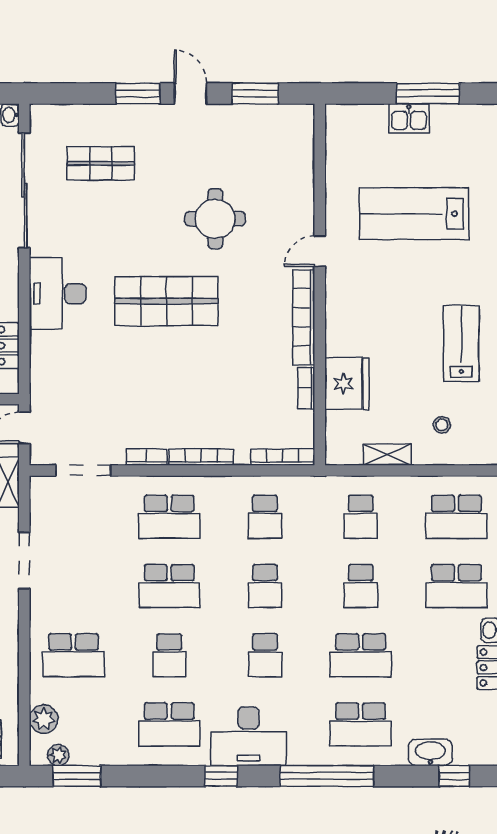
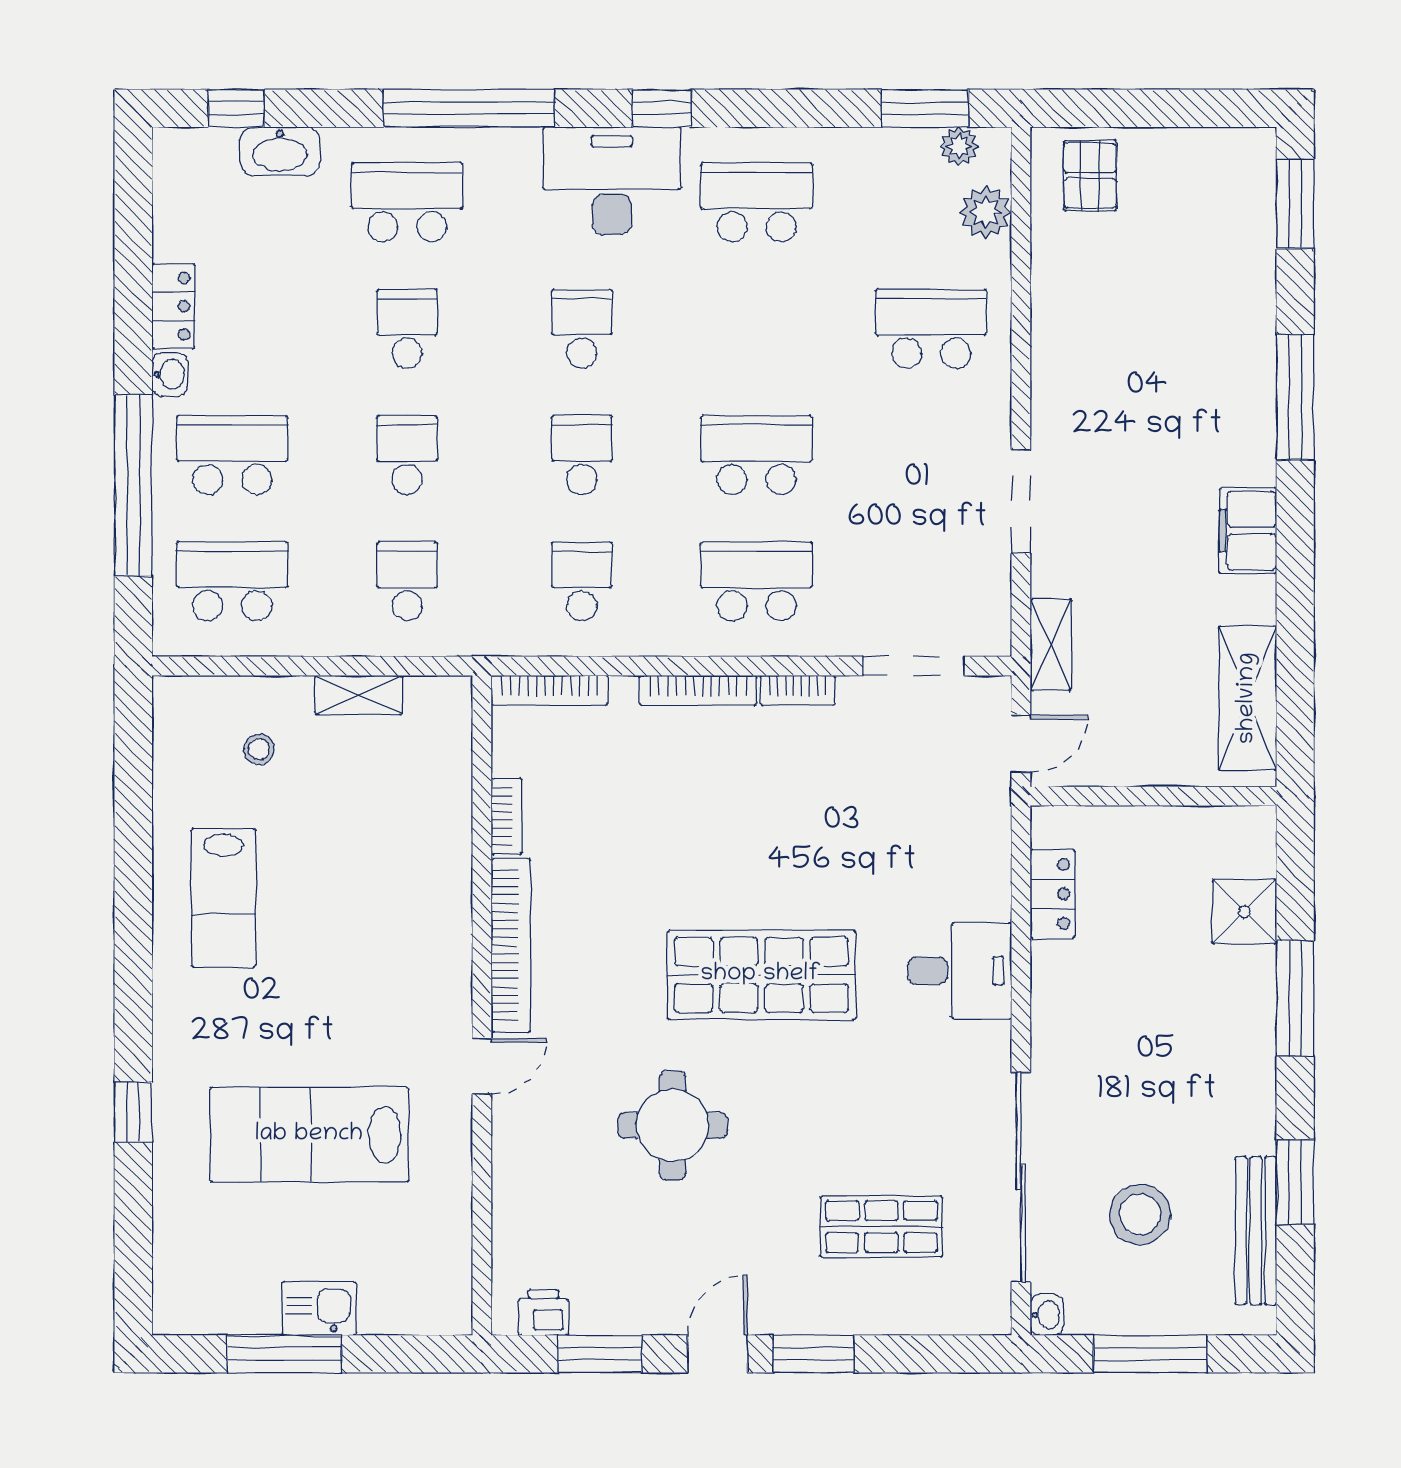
door: (191, 94) -> (718, 1354), swing flipped
printer: (286, 116) -> (544, 1313), added
lab bench: (414, 214) -> (309, 1135), turned 180
desk: (58, 294) -> (960, 971), width x0.73
fridge: (347, 384) -> (432, 825), removed
school desk: (169, 655) -> (757, 329), removed
school desk: (361, 655) -> (407, 329), width x0.54

